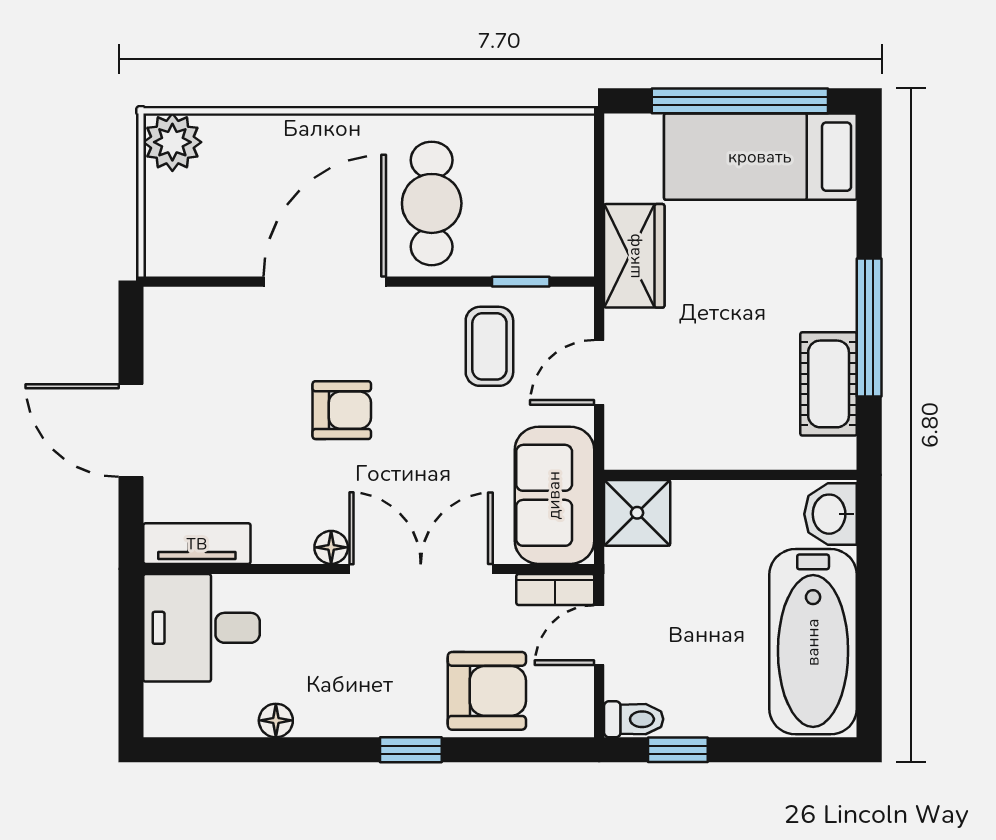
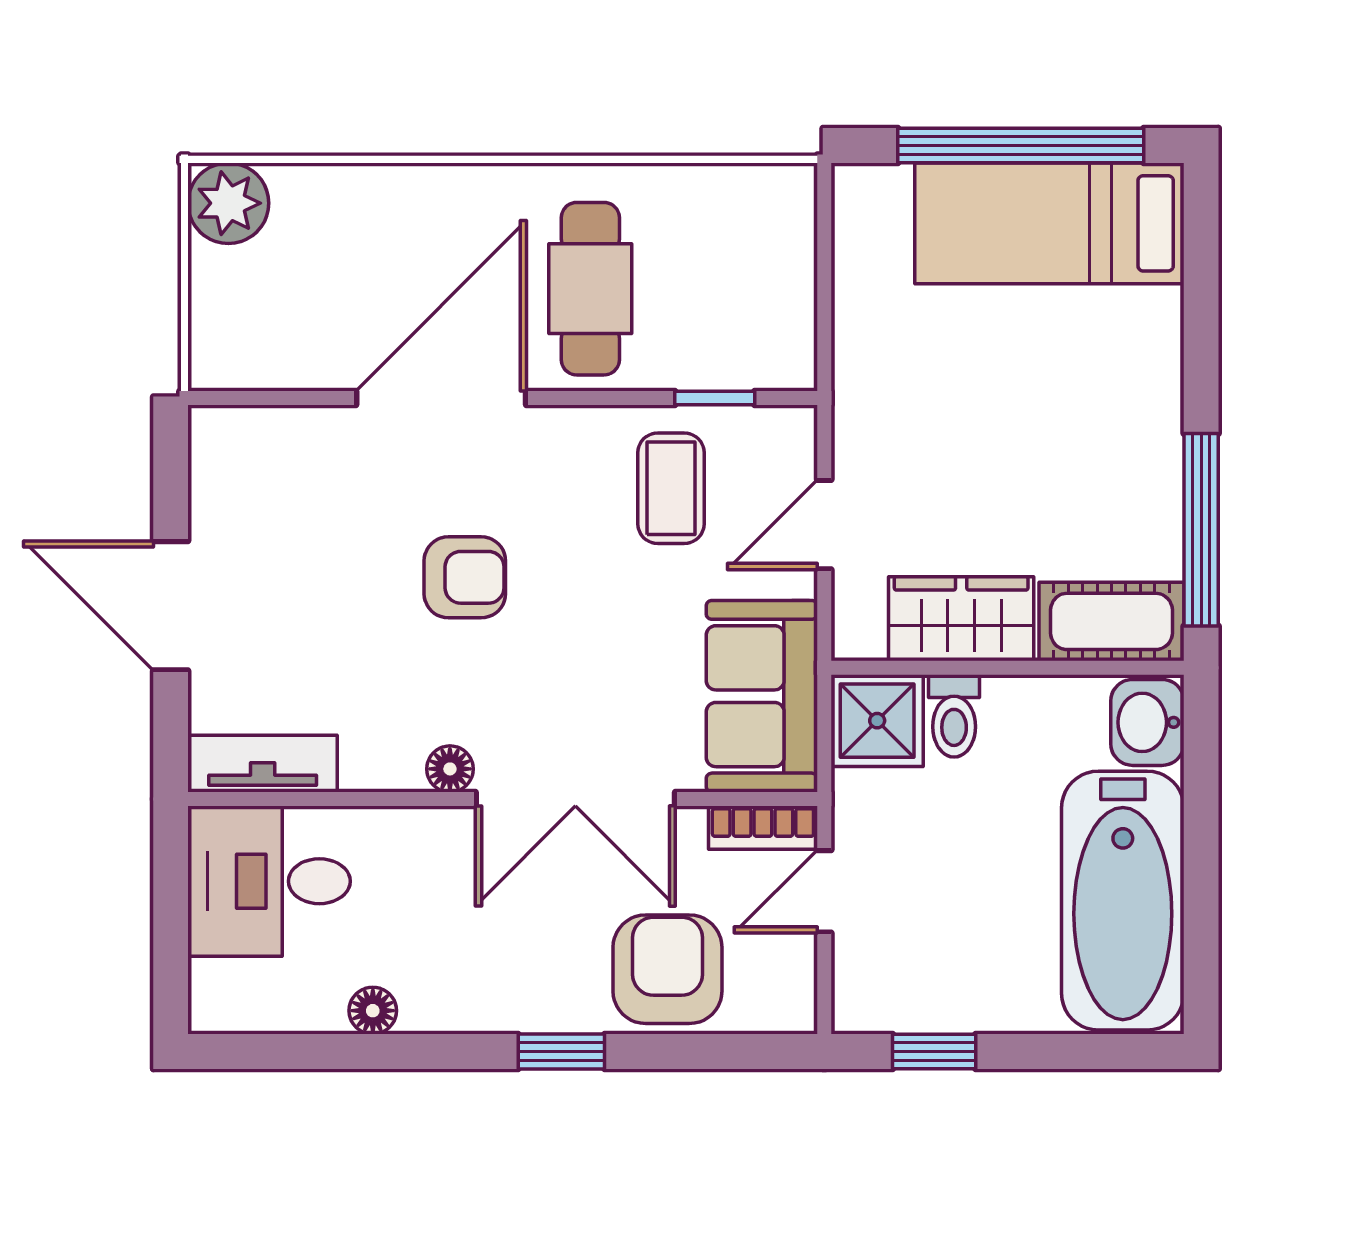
wardrobe: (634, 256) -> (961, 619), moved, turned -90
window: (869, 327) -> (1201, 530), moved
cot: (829, 384) -> (1111, 621), moved, turned 90
double door: (421, 569) -> (575, 799), swing flipped
armchair: (487, 691) -> (667, 969), turned -90
toilet: (634, 719) -> (954, 716), moved, turned 90

